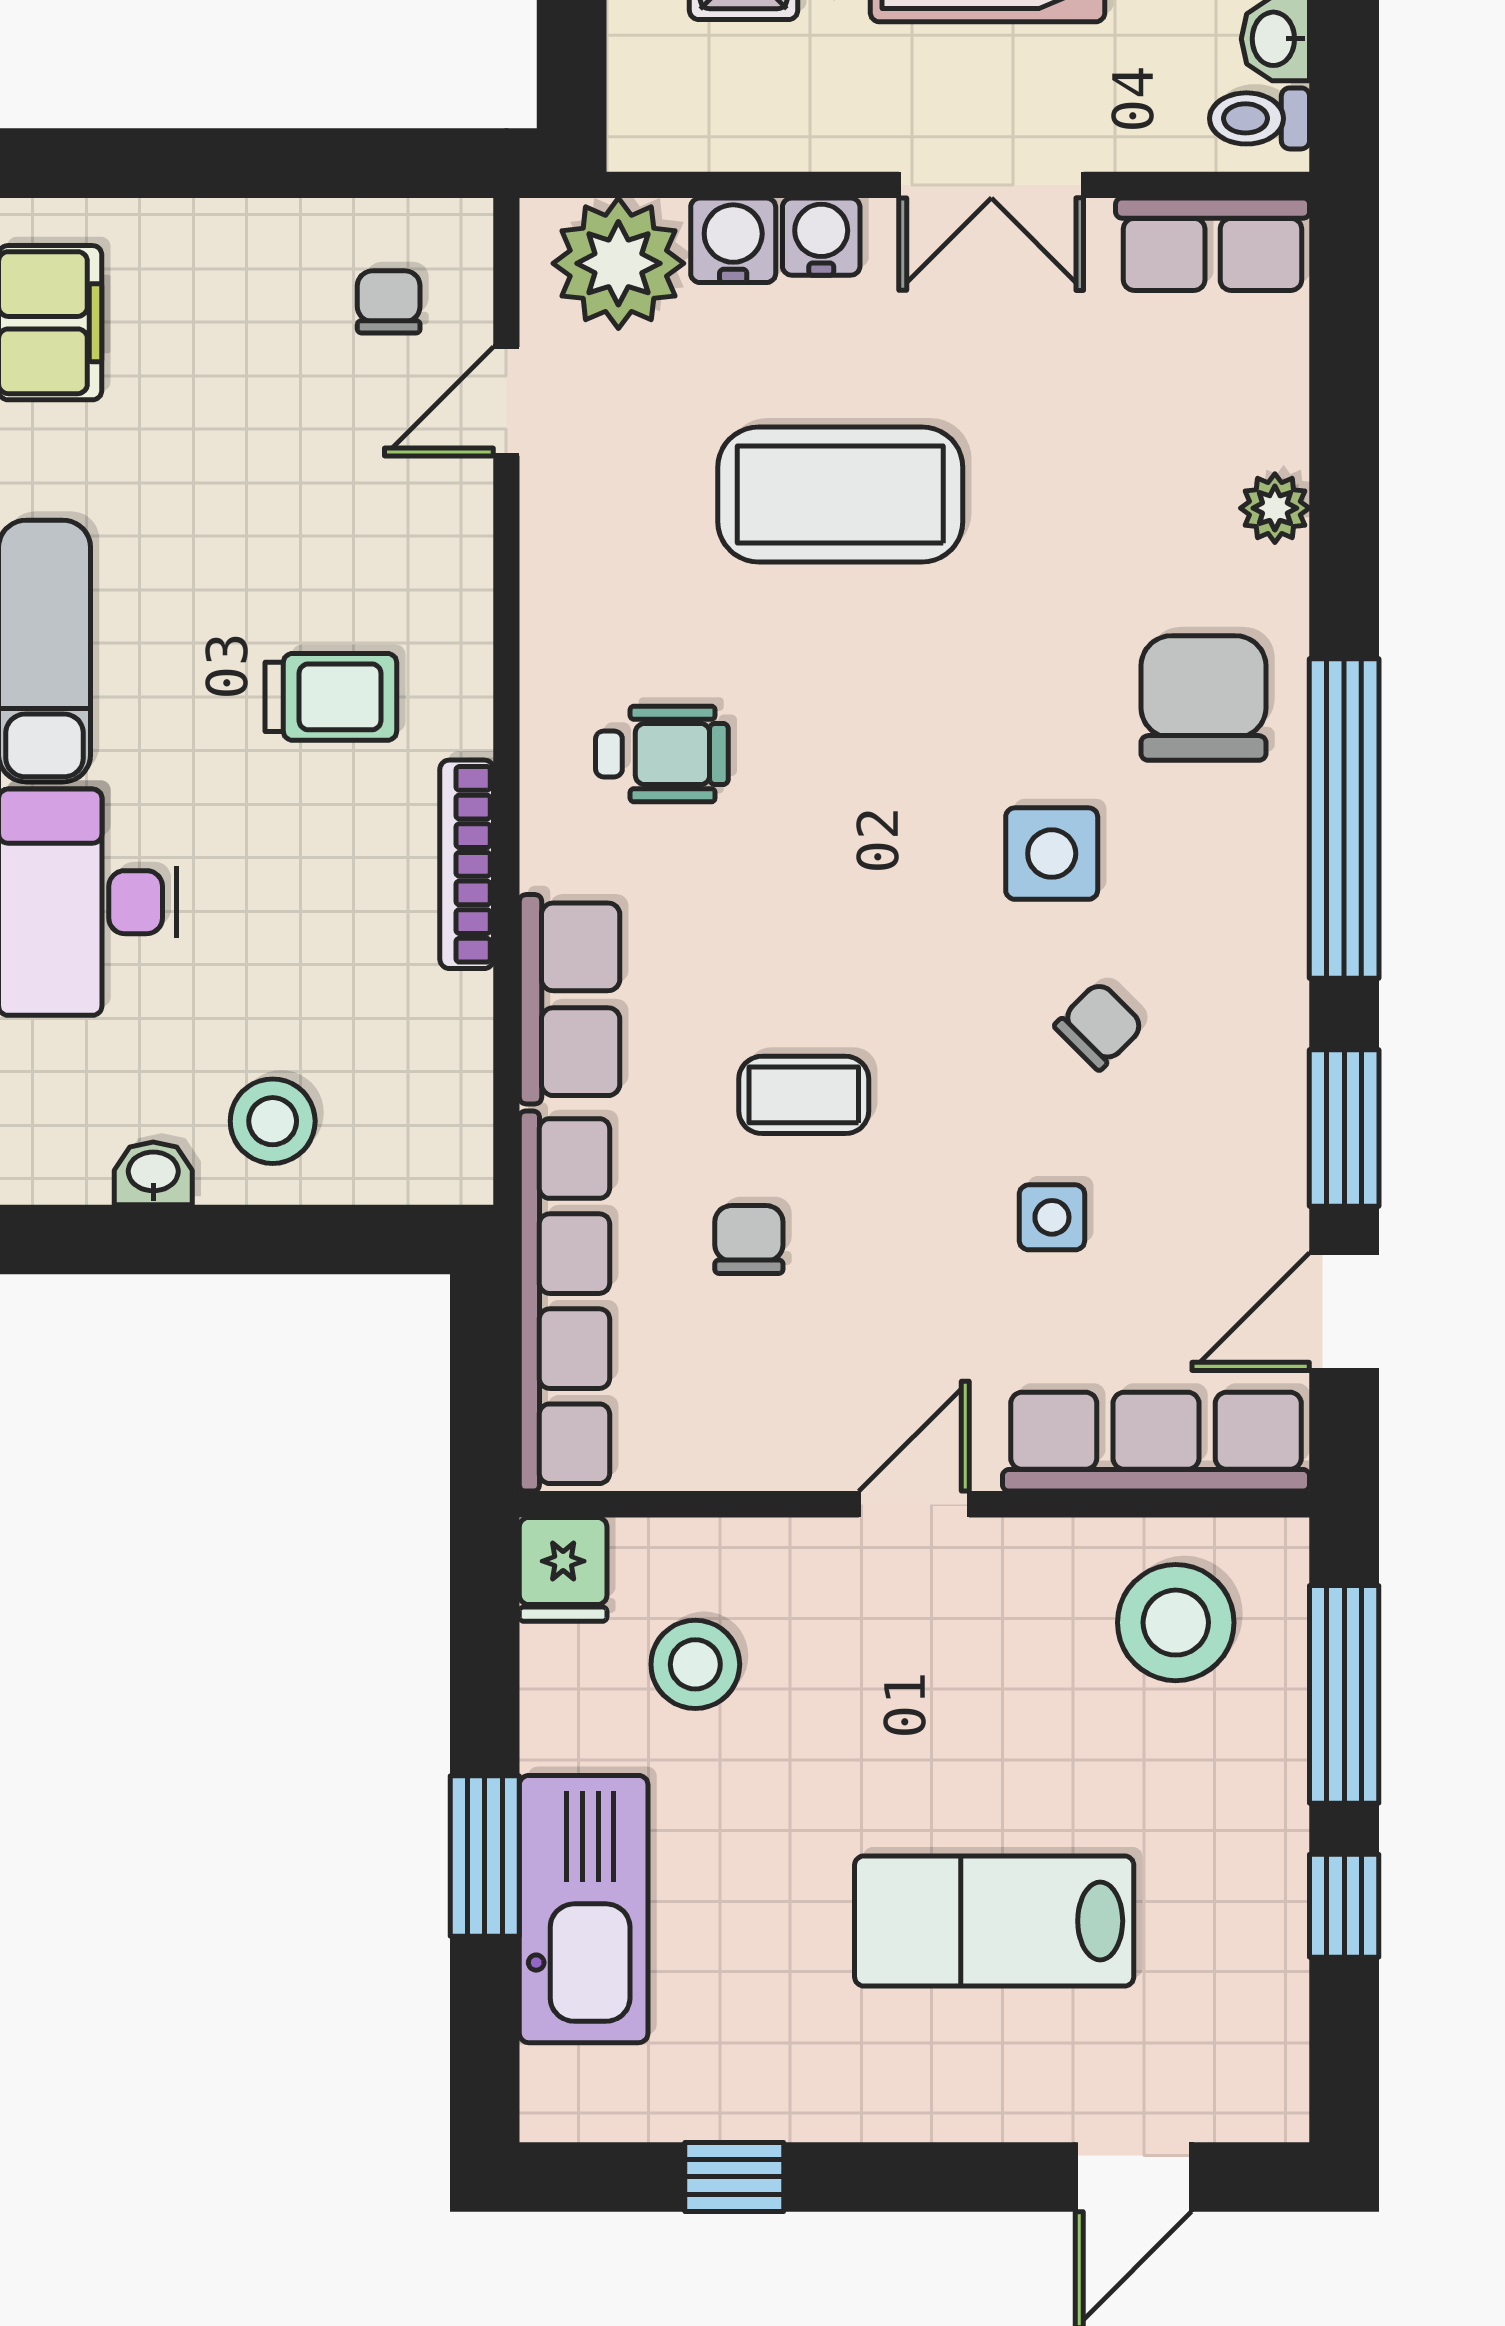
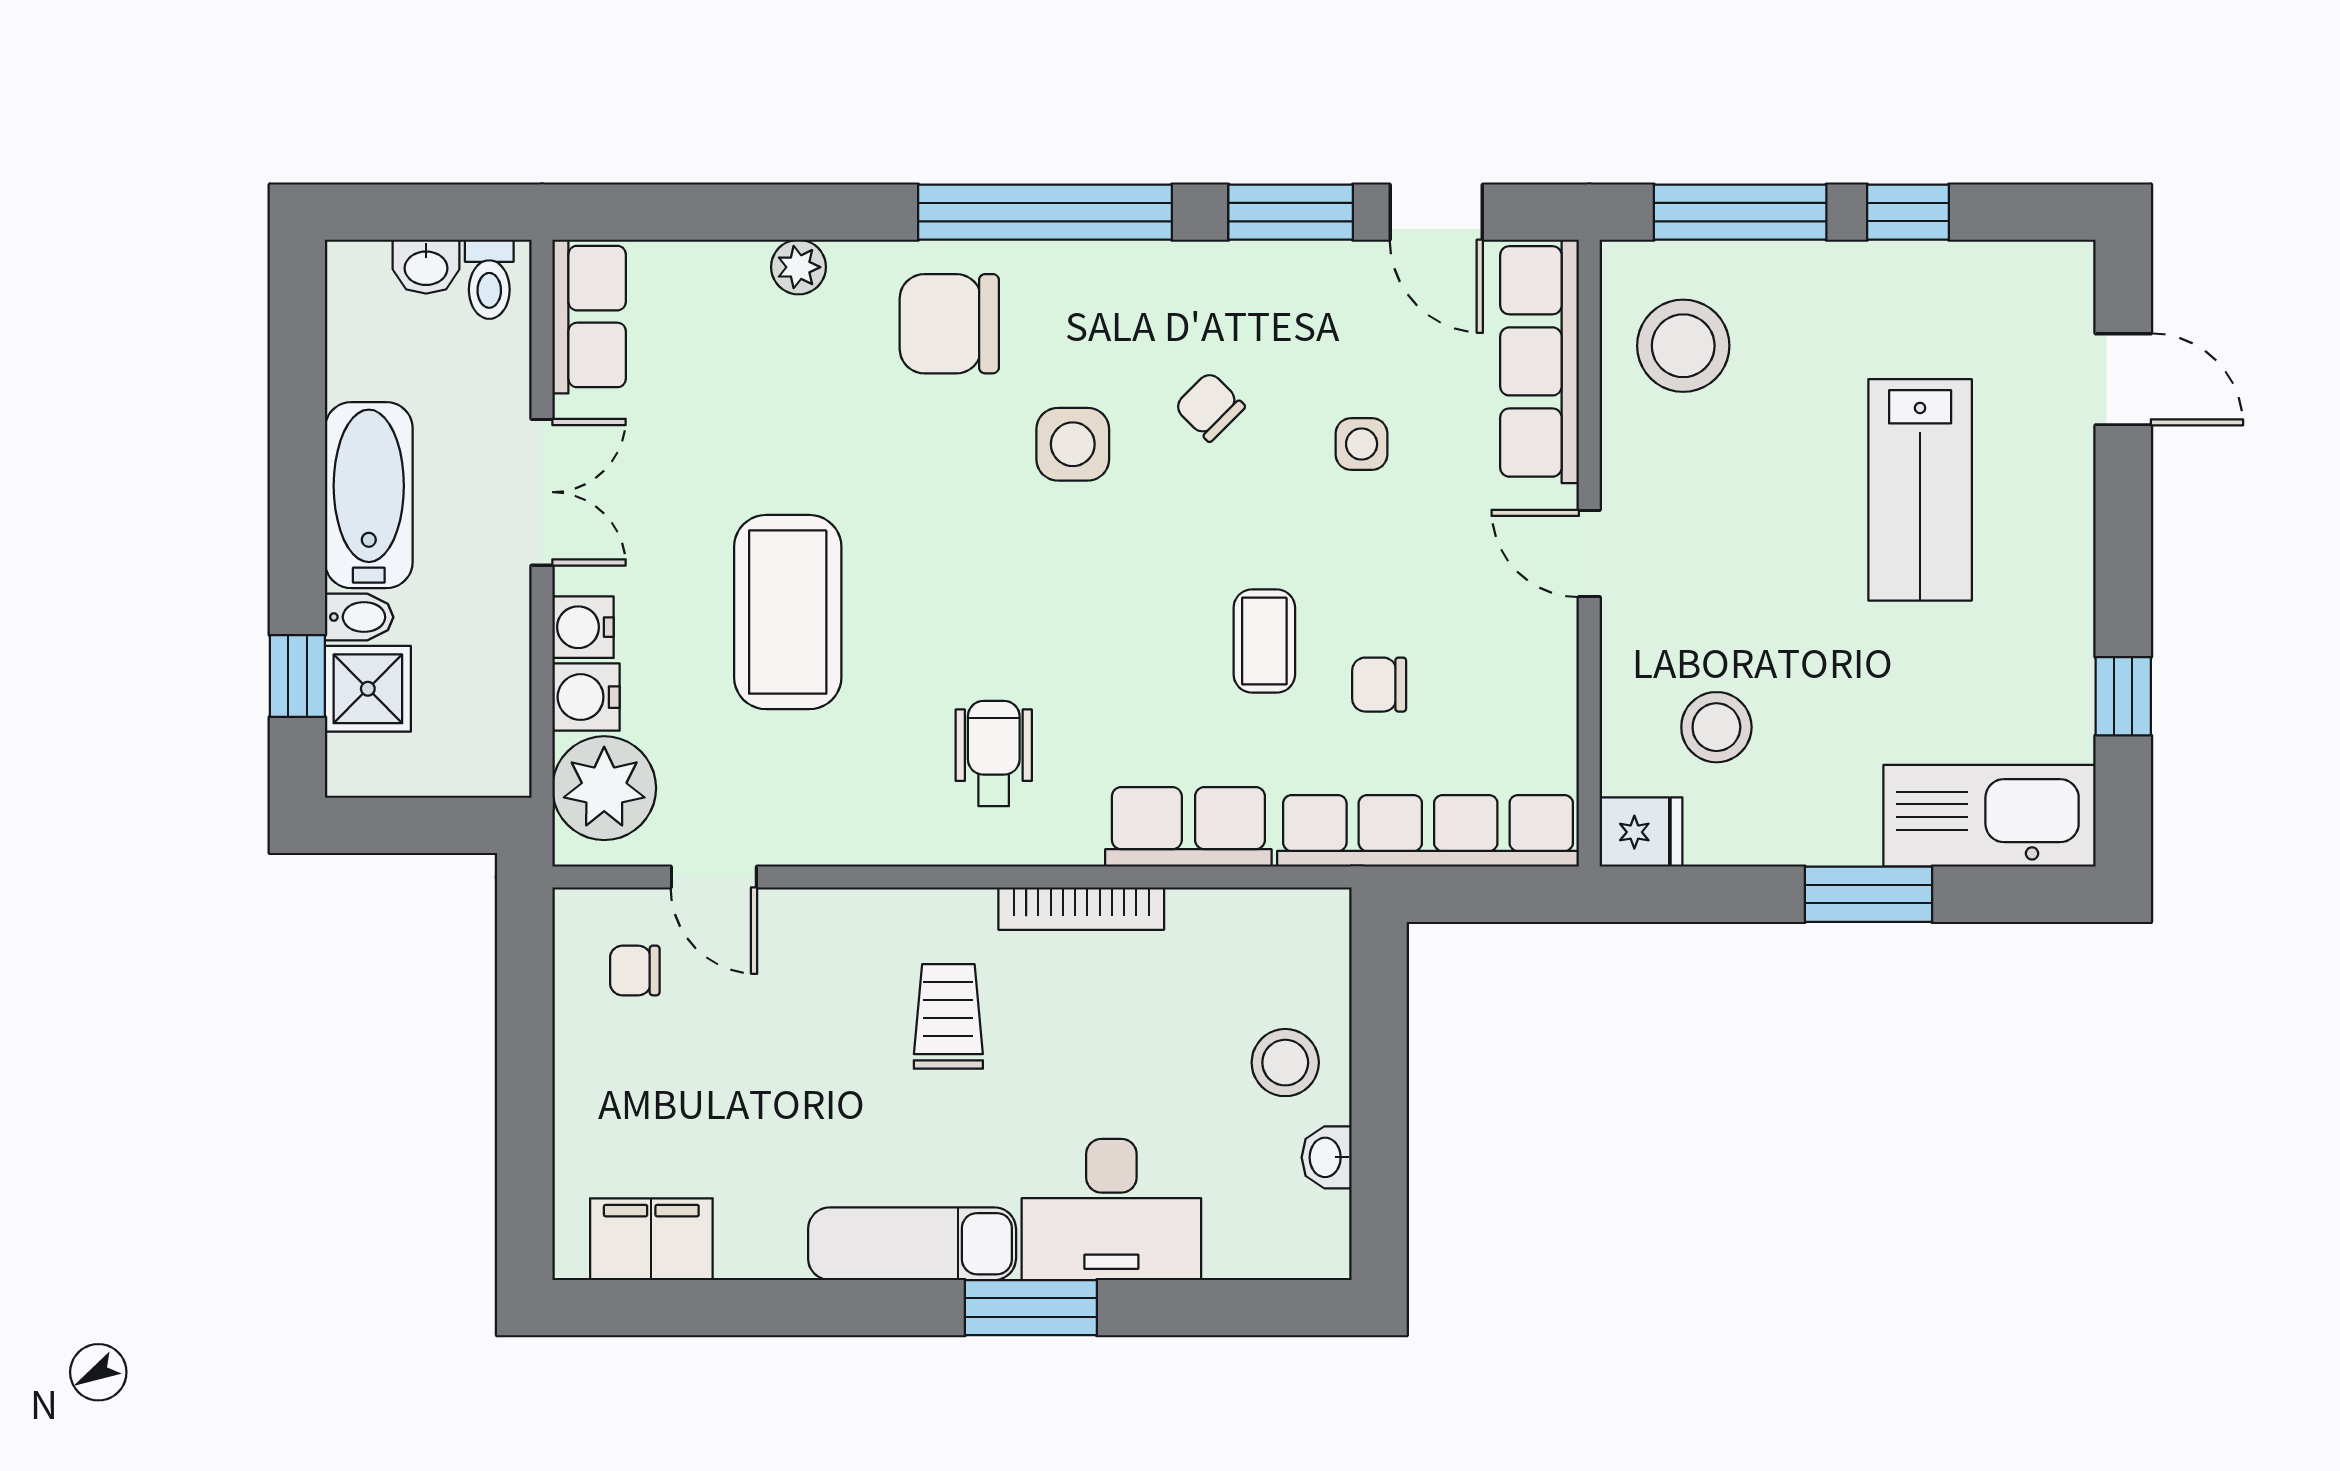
kitchen sink: (584, 1909) -> (1990, 816), moved

